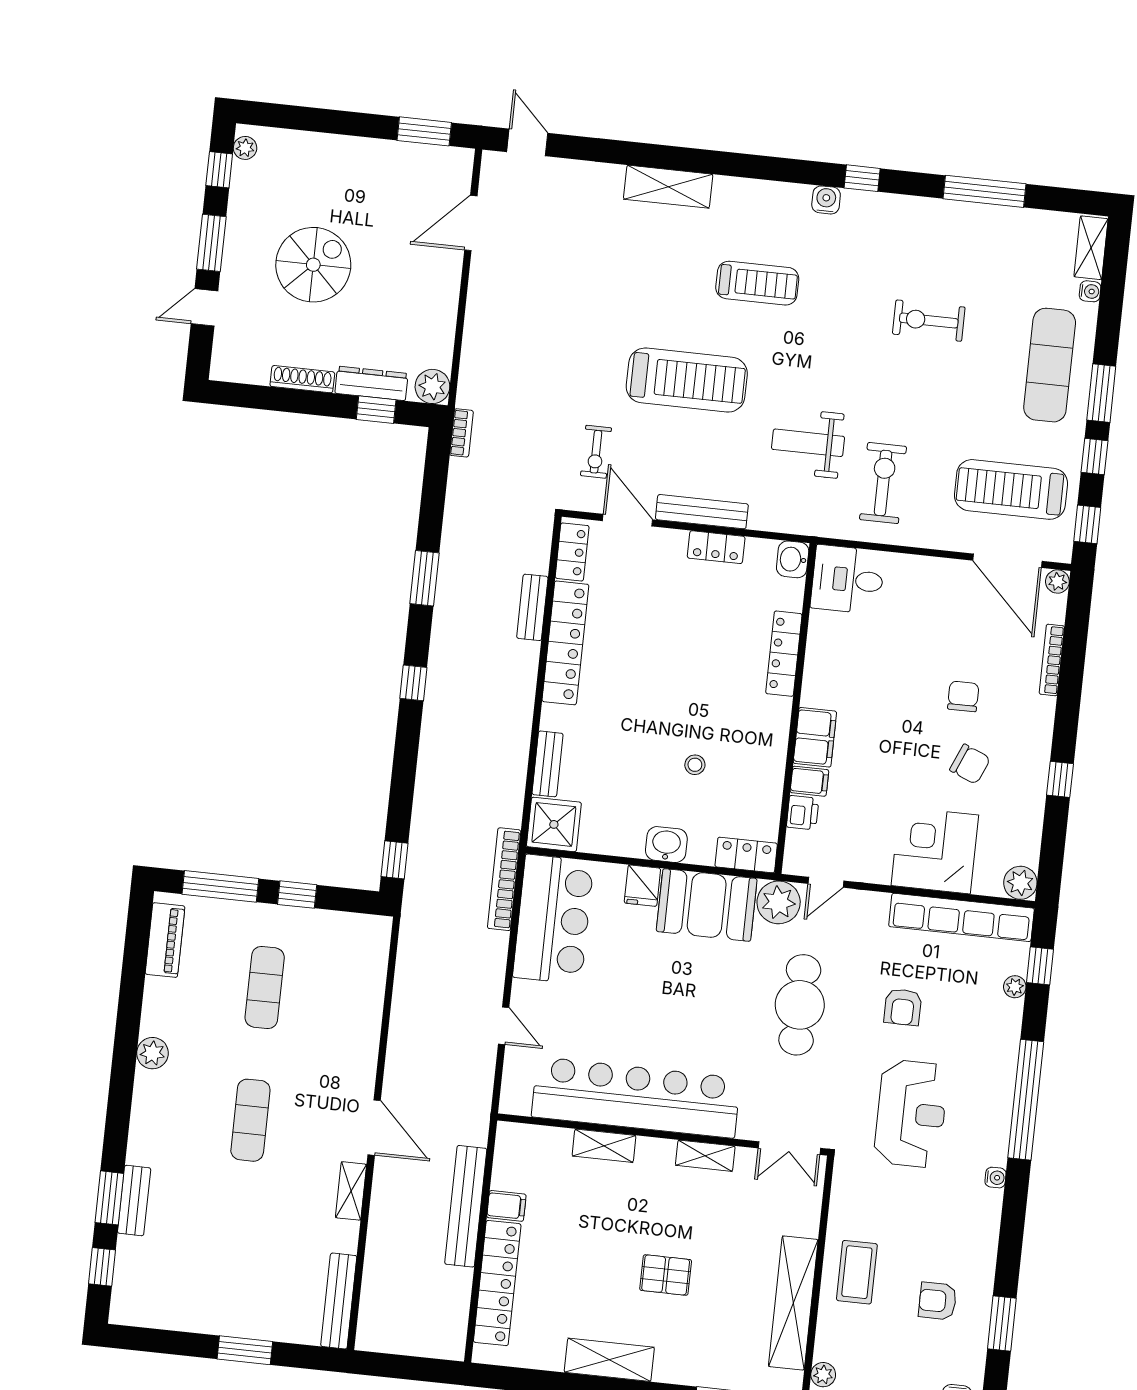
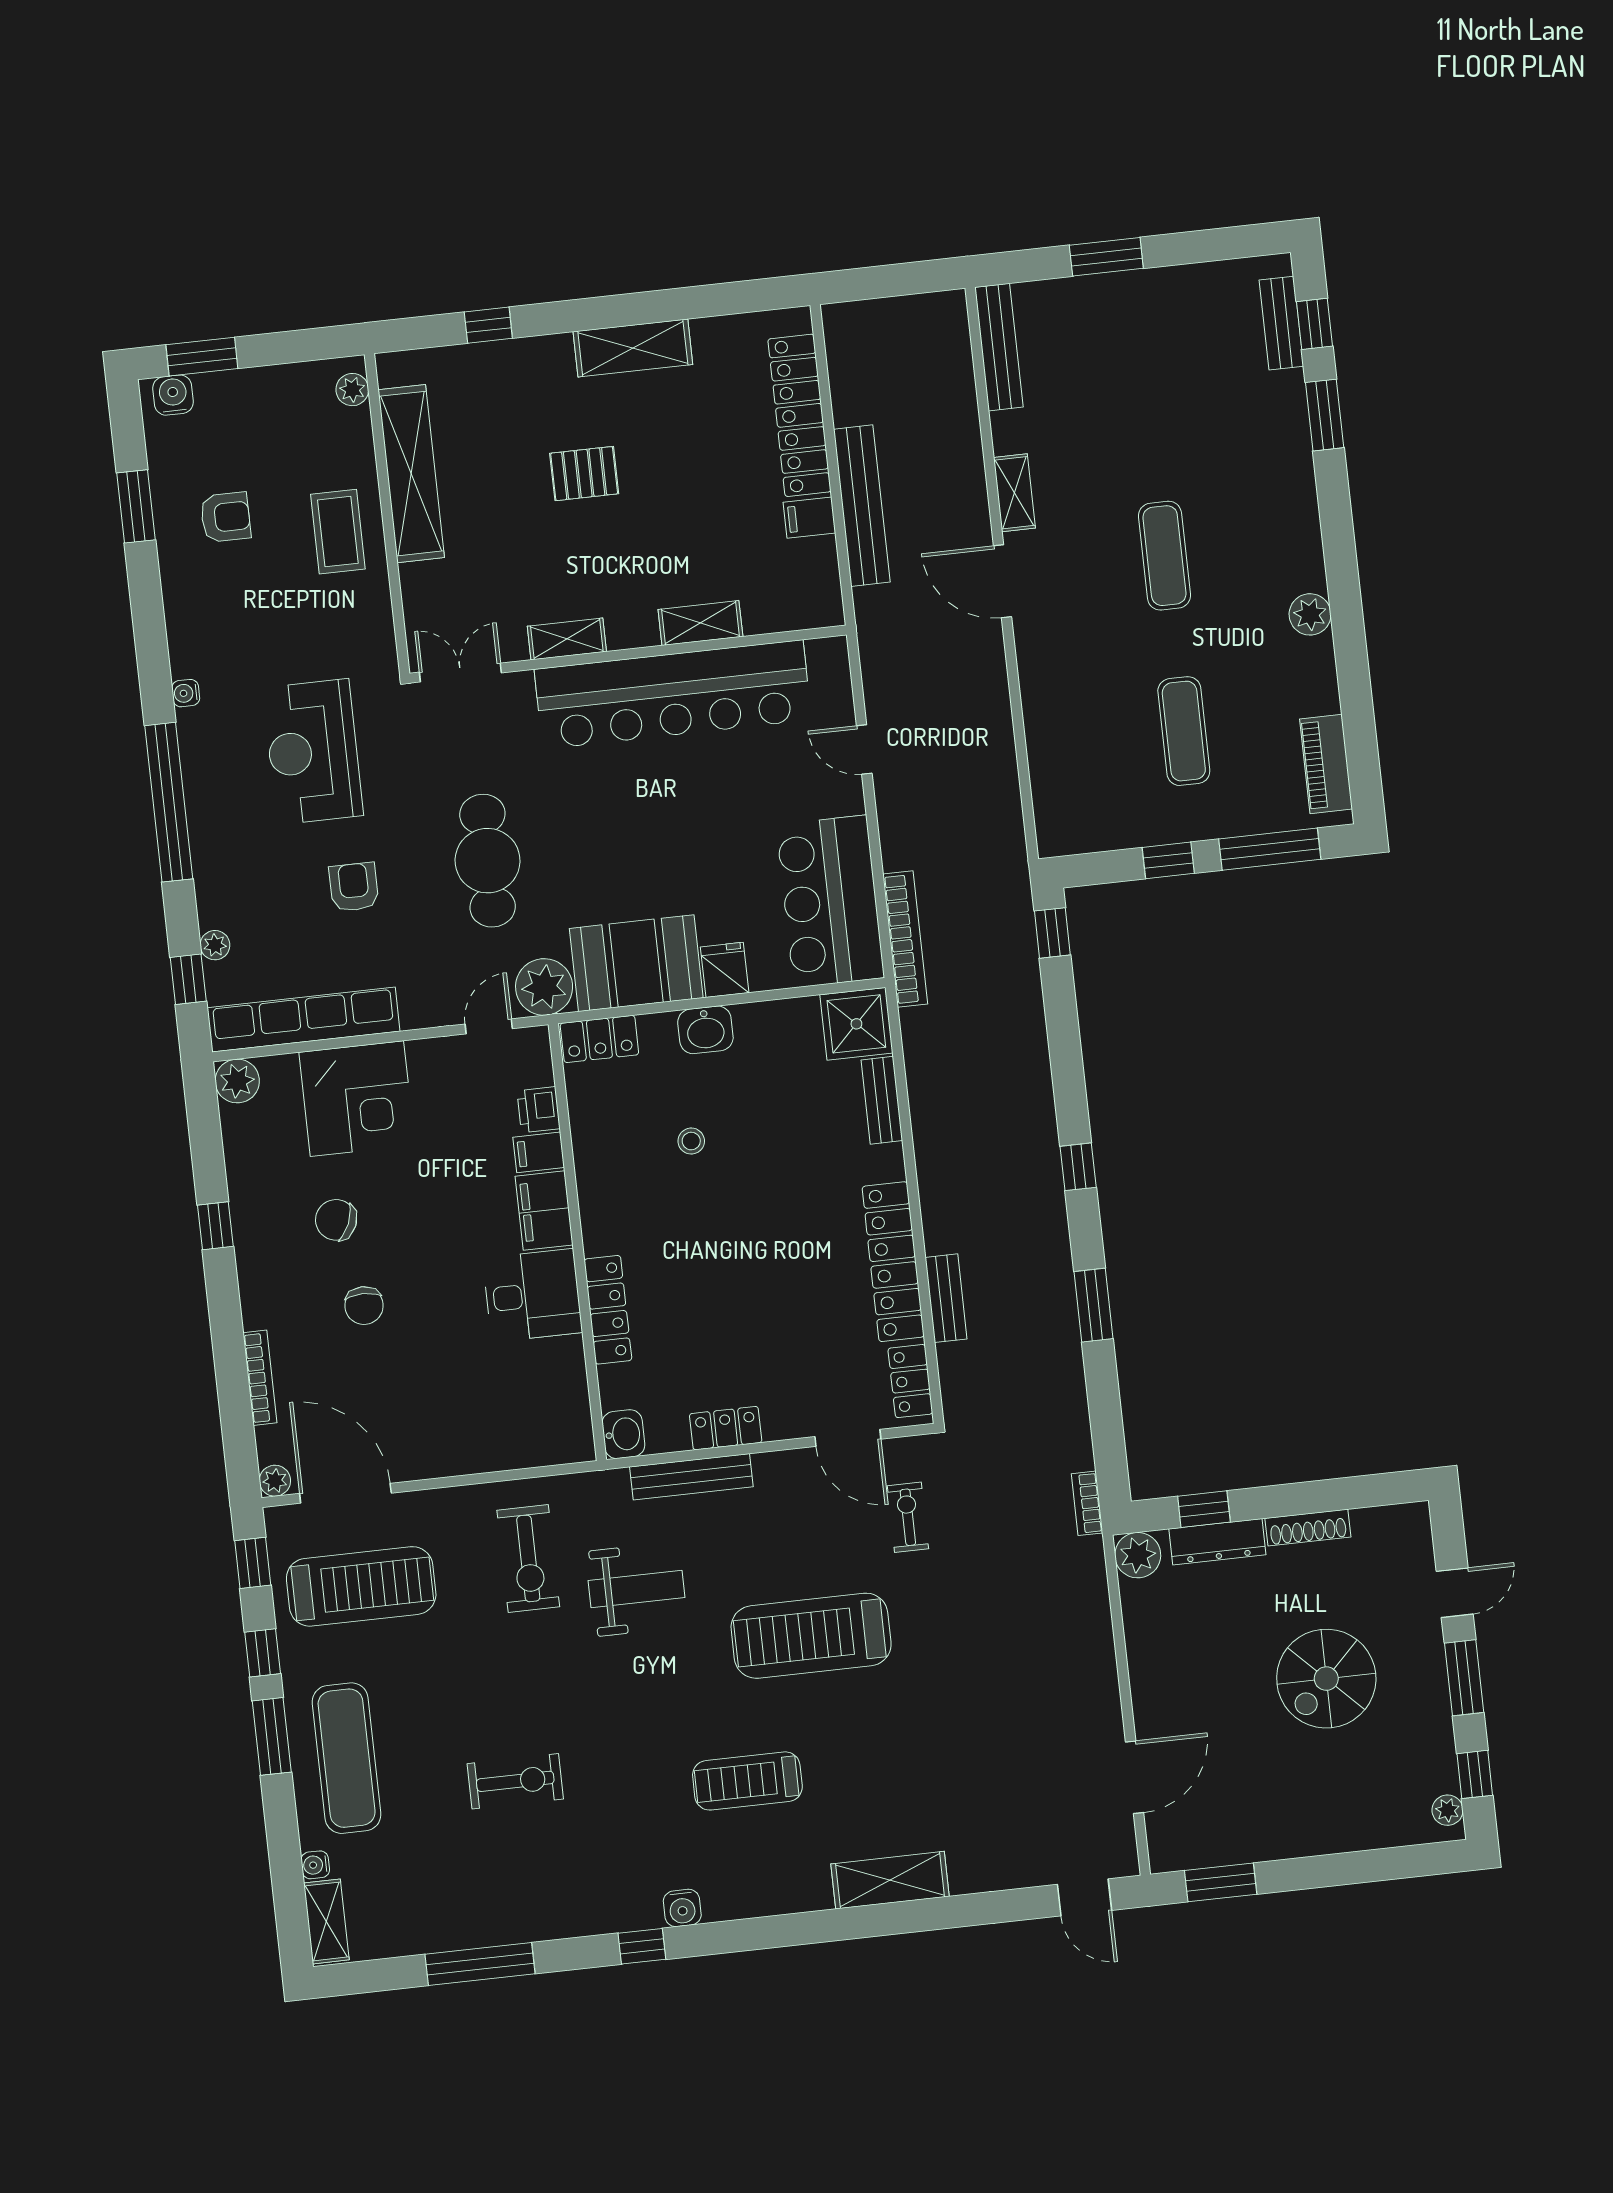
bench: (702, 512) -> (691, 1477), moved
desk: (848, 580) -> (532, 1295), moved
bench: (134, 1201) -> (1281, 323), moved

